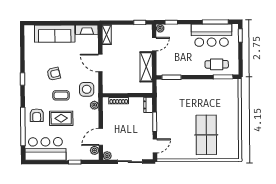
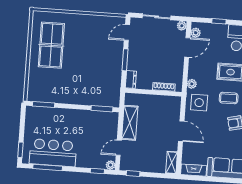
cafe table: (217, 64) -> (50, 119), removed
table tennis table: (206, 135) -> (51, 45), moved

